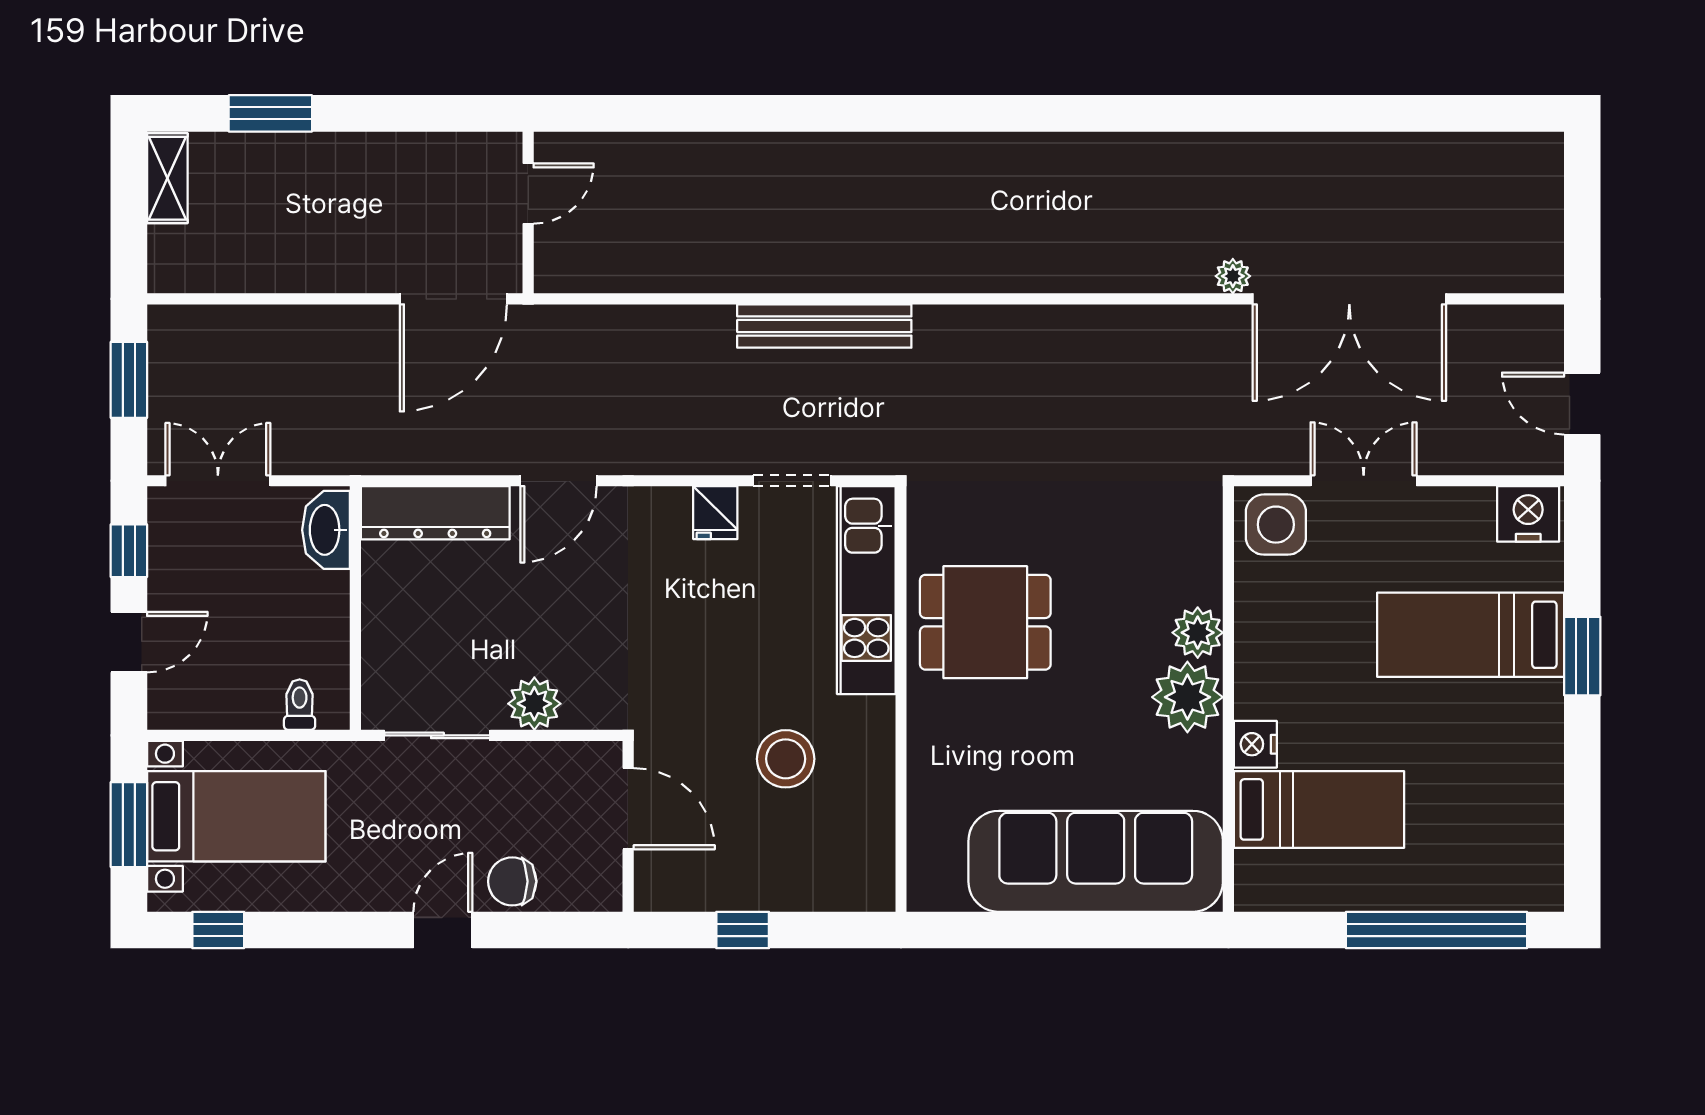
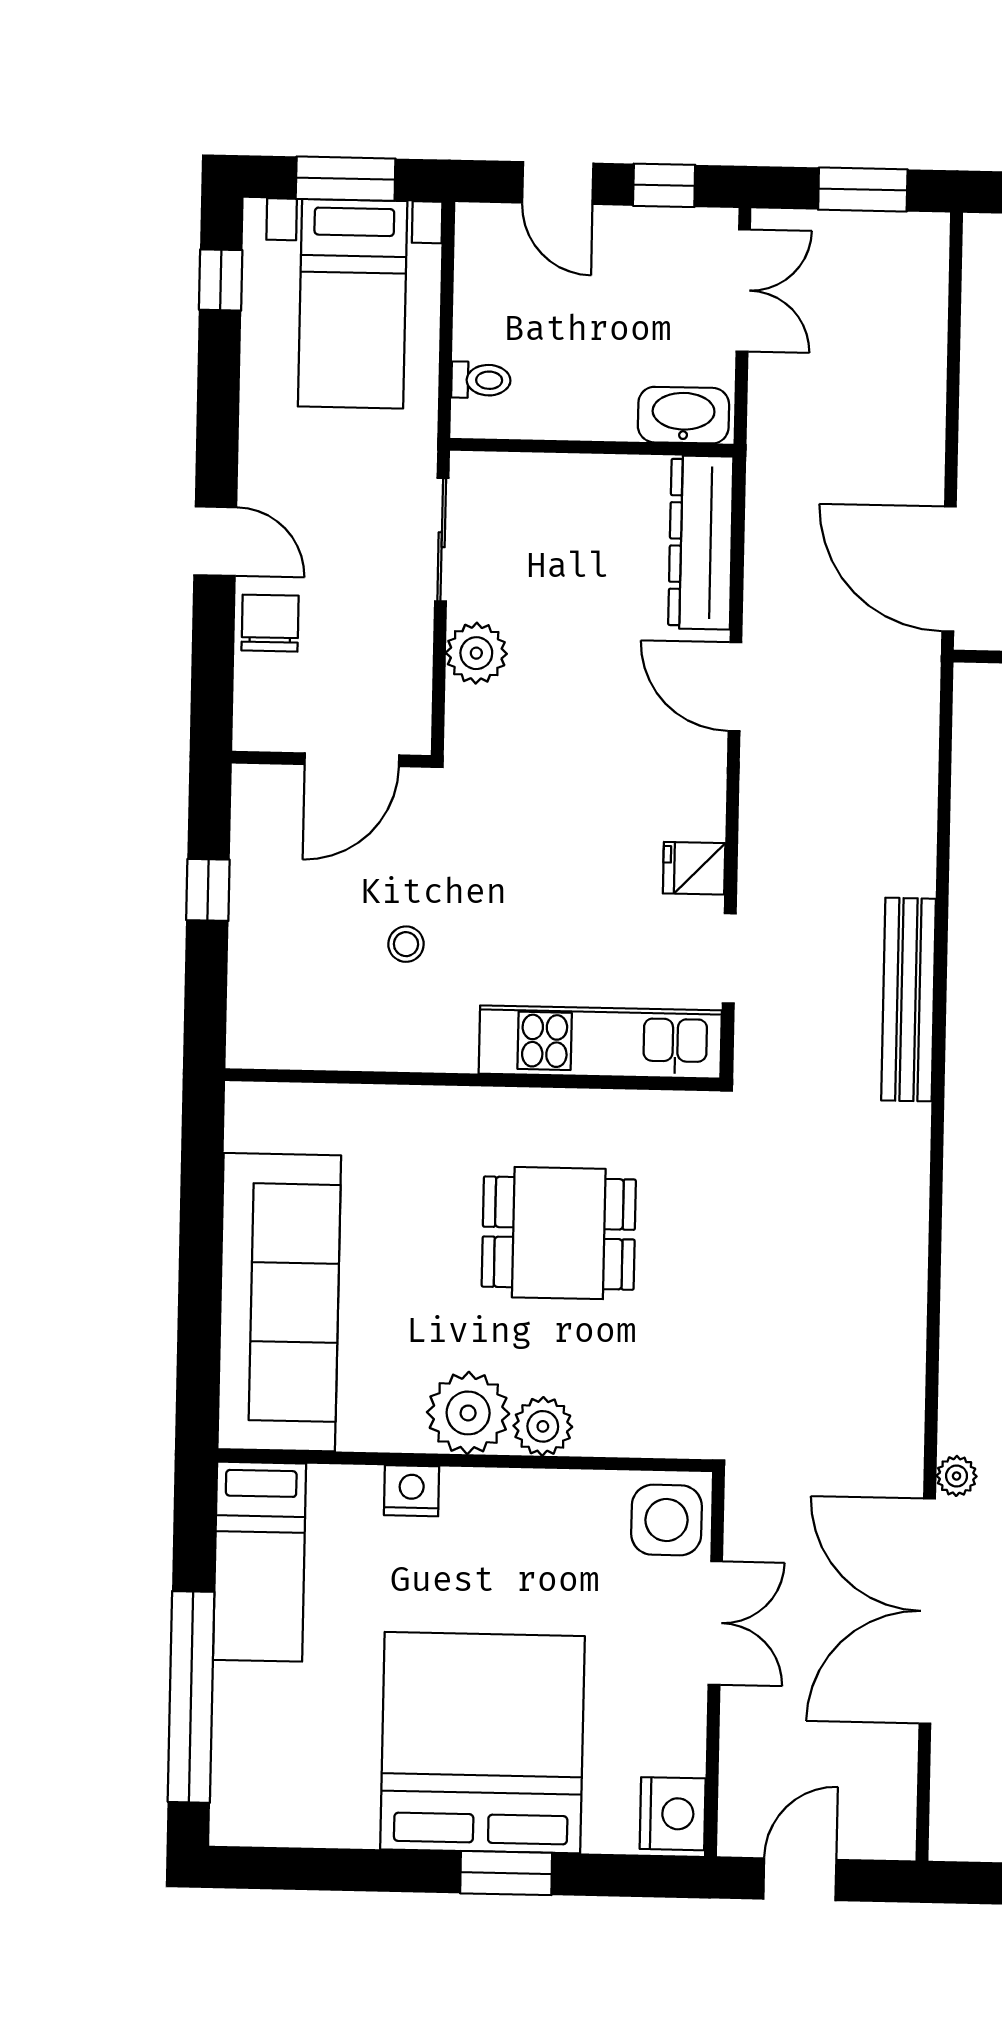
dining table: (985, 622) -> (559, 1233), moved, turned 90
bed: (1471, 635) -> (482, 1743), width x2.04
stool: (786, 759) -> (406, 944), width x0.53, depth x0.53
bed: (1319, 809) -> (260, 1562), moved

